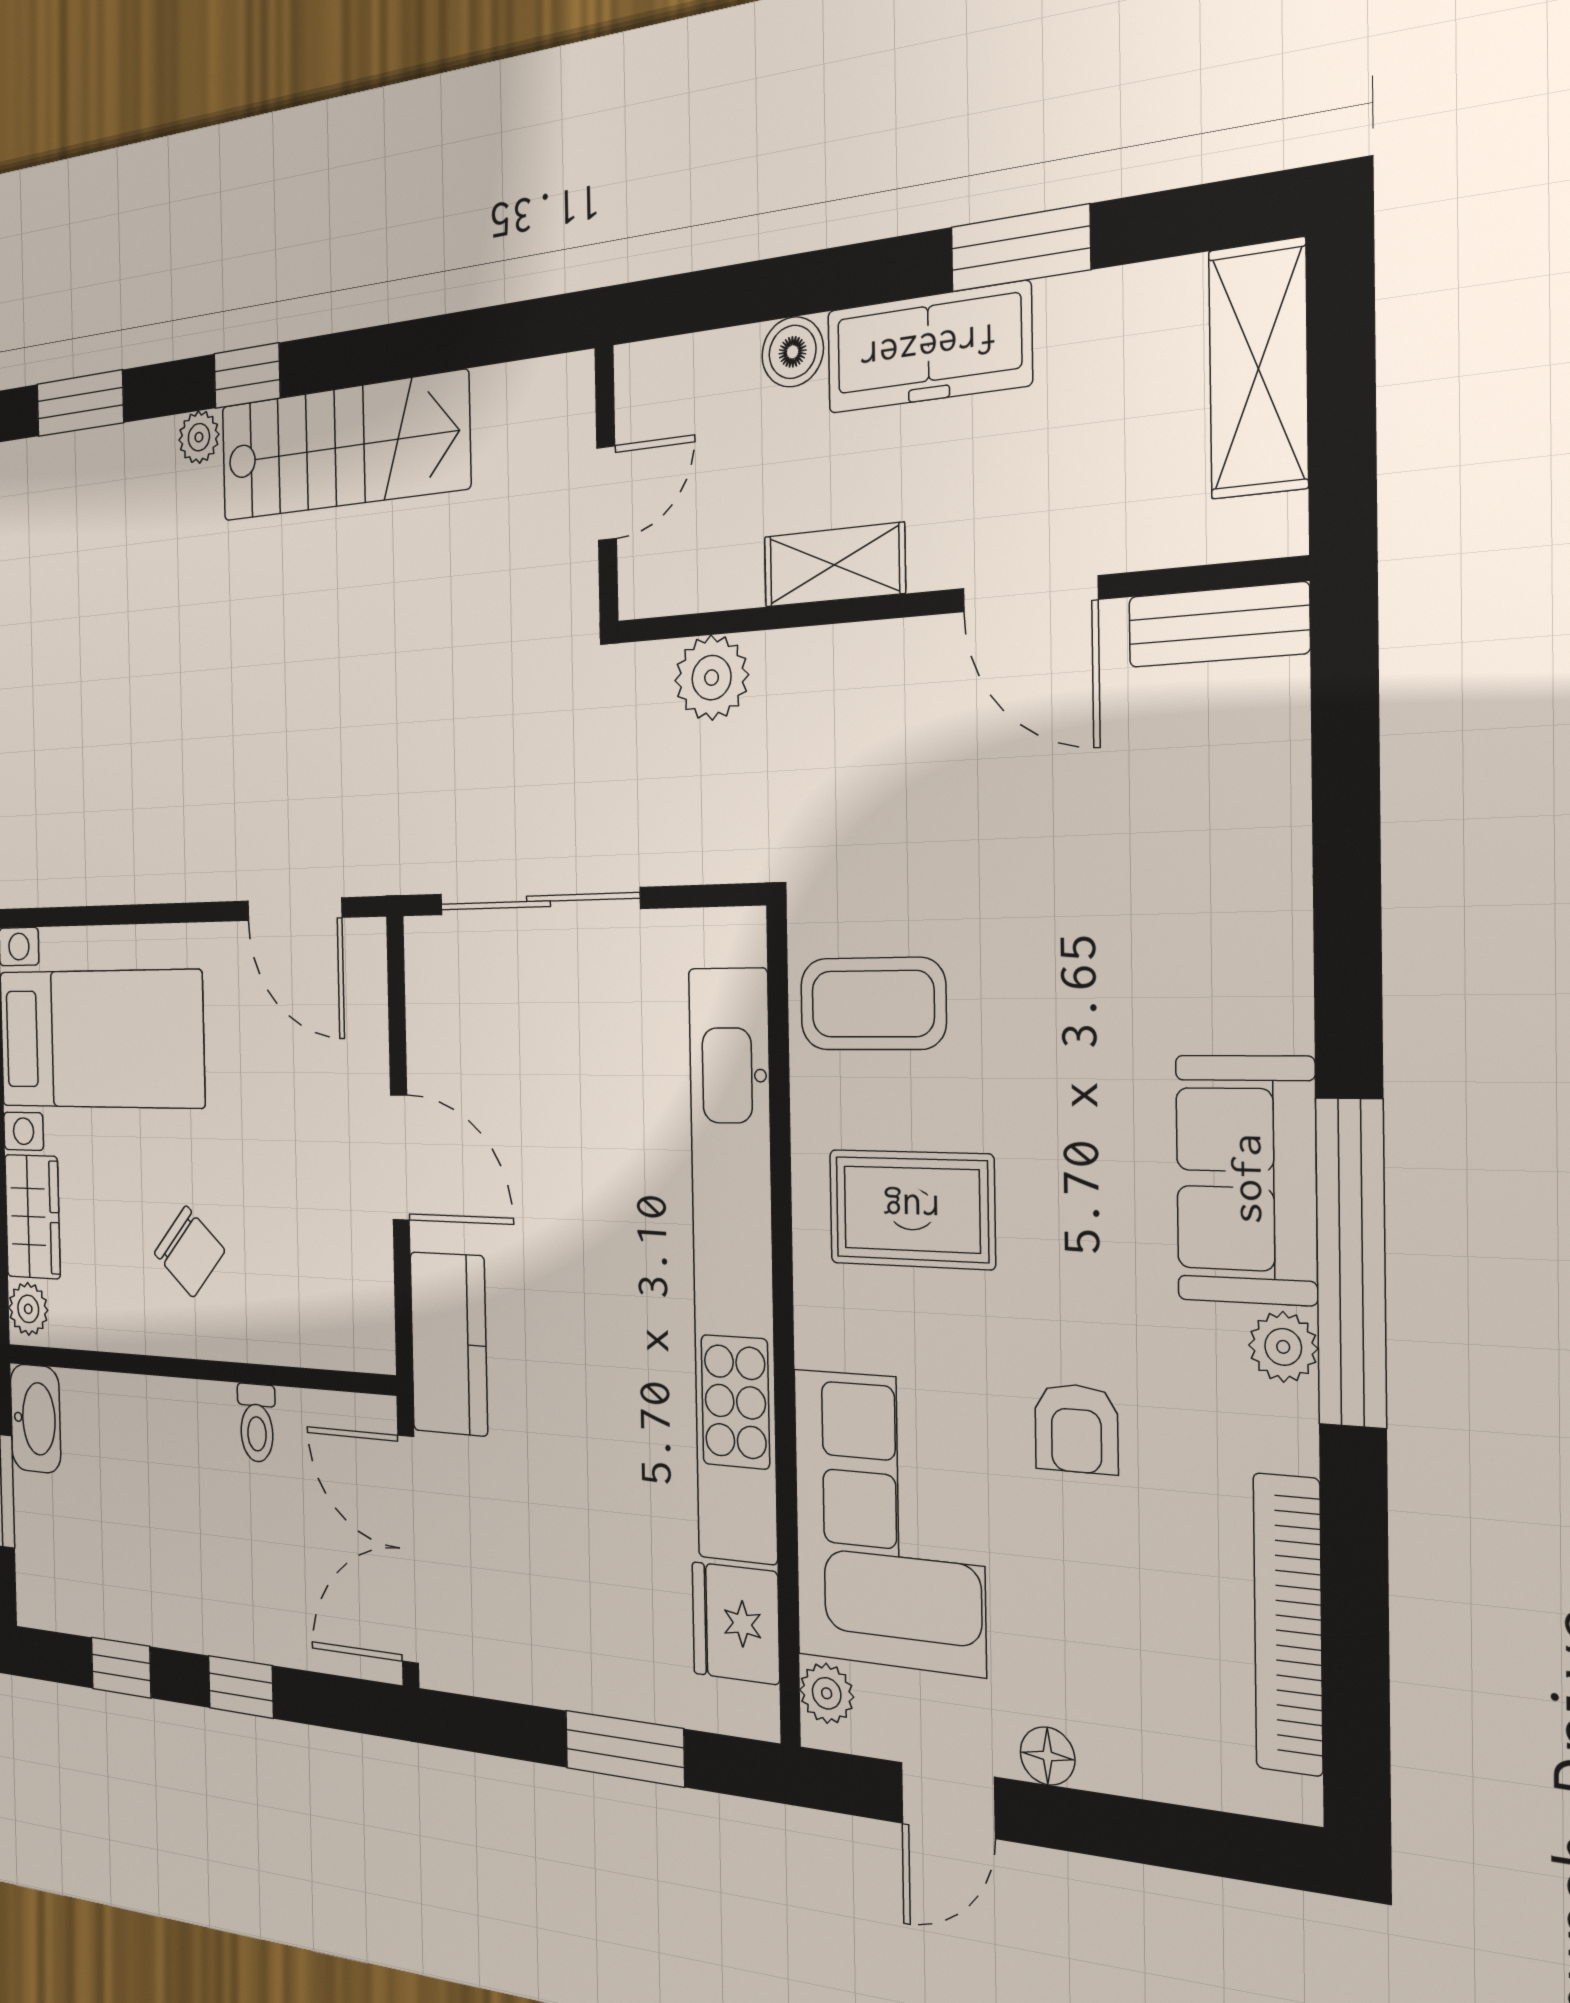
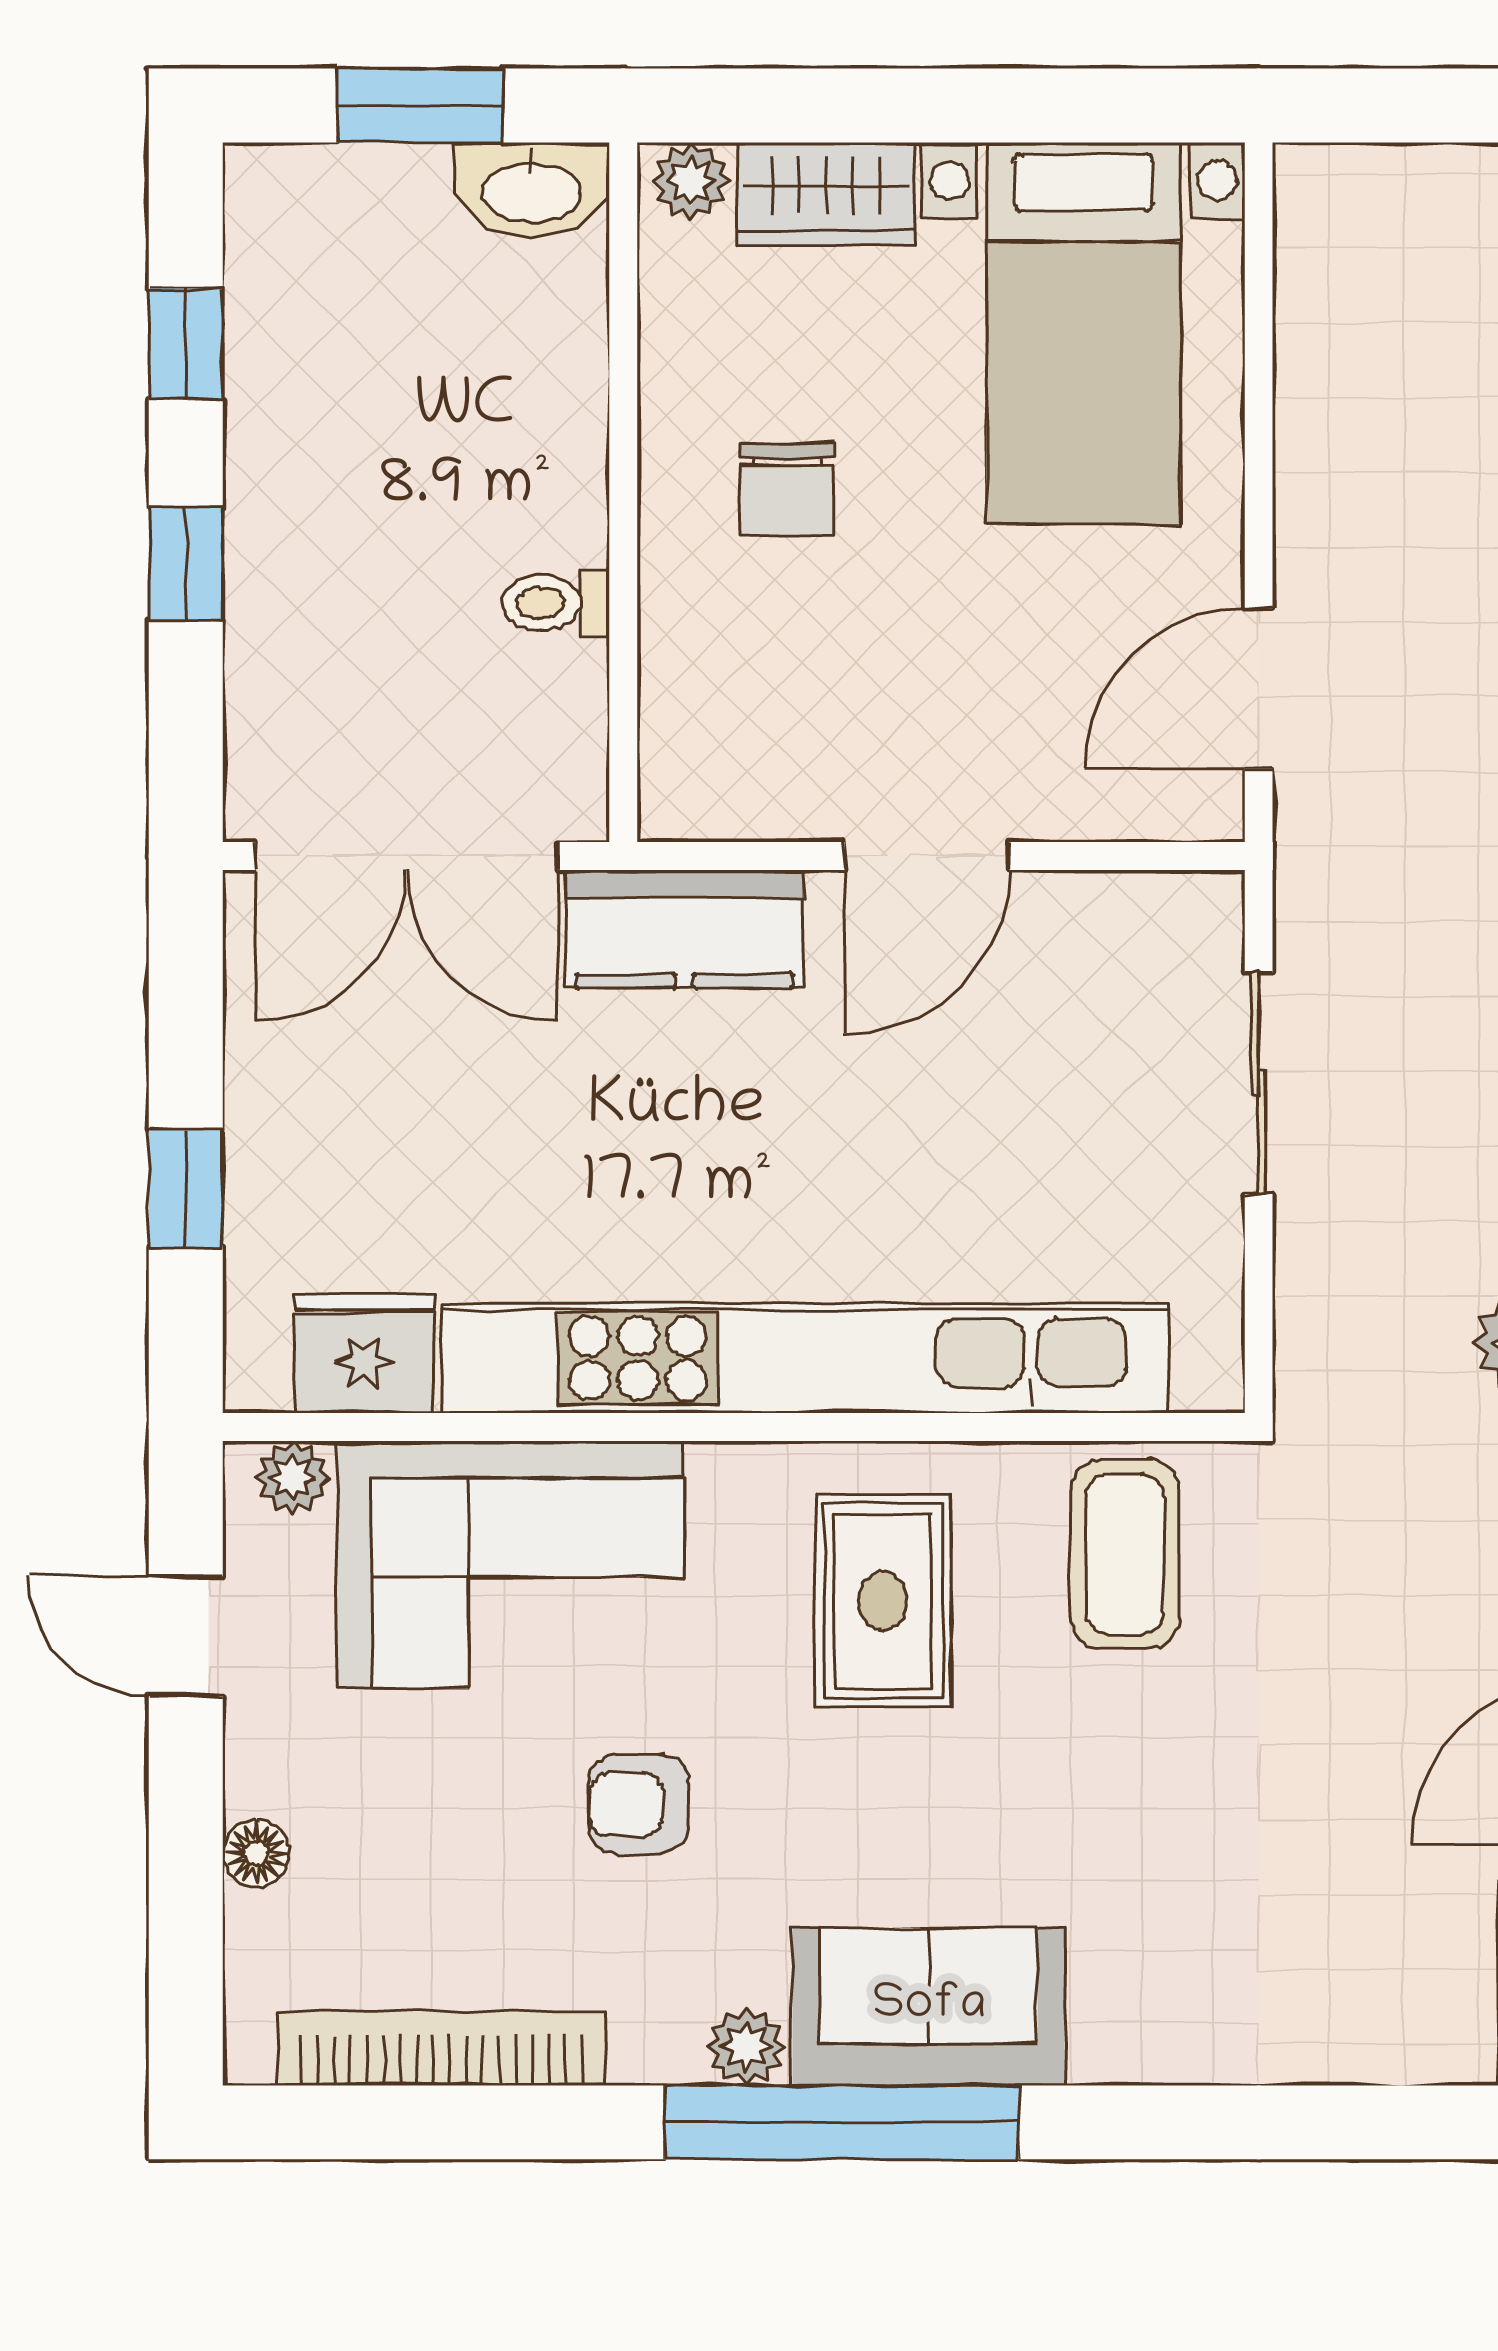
sliding door: (538, 901) -> (1259, 1083), width x0.73
chair: (190, 1252) -> (787, 490), turned -41
double door: (408, 1549) -> (406, 856), swing flipped
window: (625, 1748) -> (186, 1188), width x0.67
floor lamp: (1047, 1756) -> (256, 1853), moved

